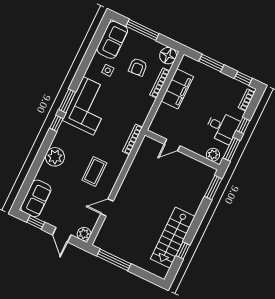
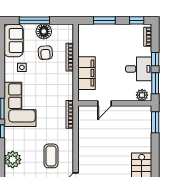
floor lamp: (168, 56) -> (44, 31), moved
filing cabinet: (177, 89) -> (86, 73), moved

